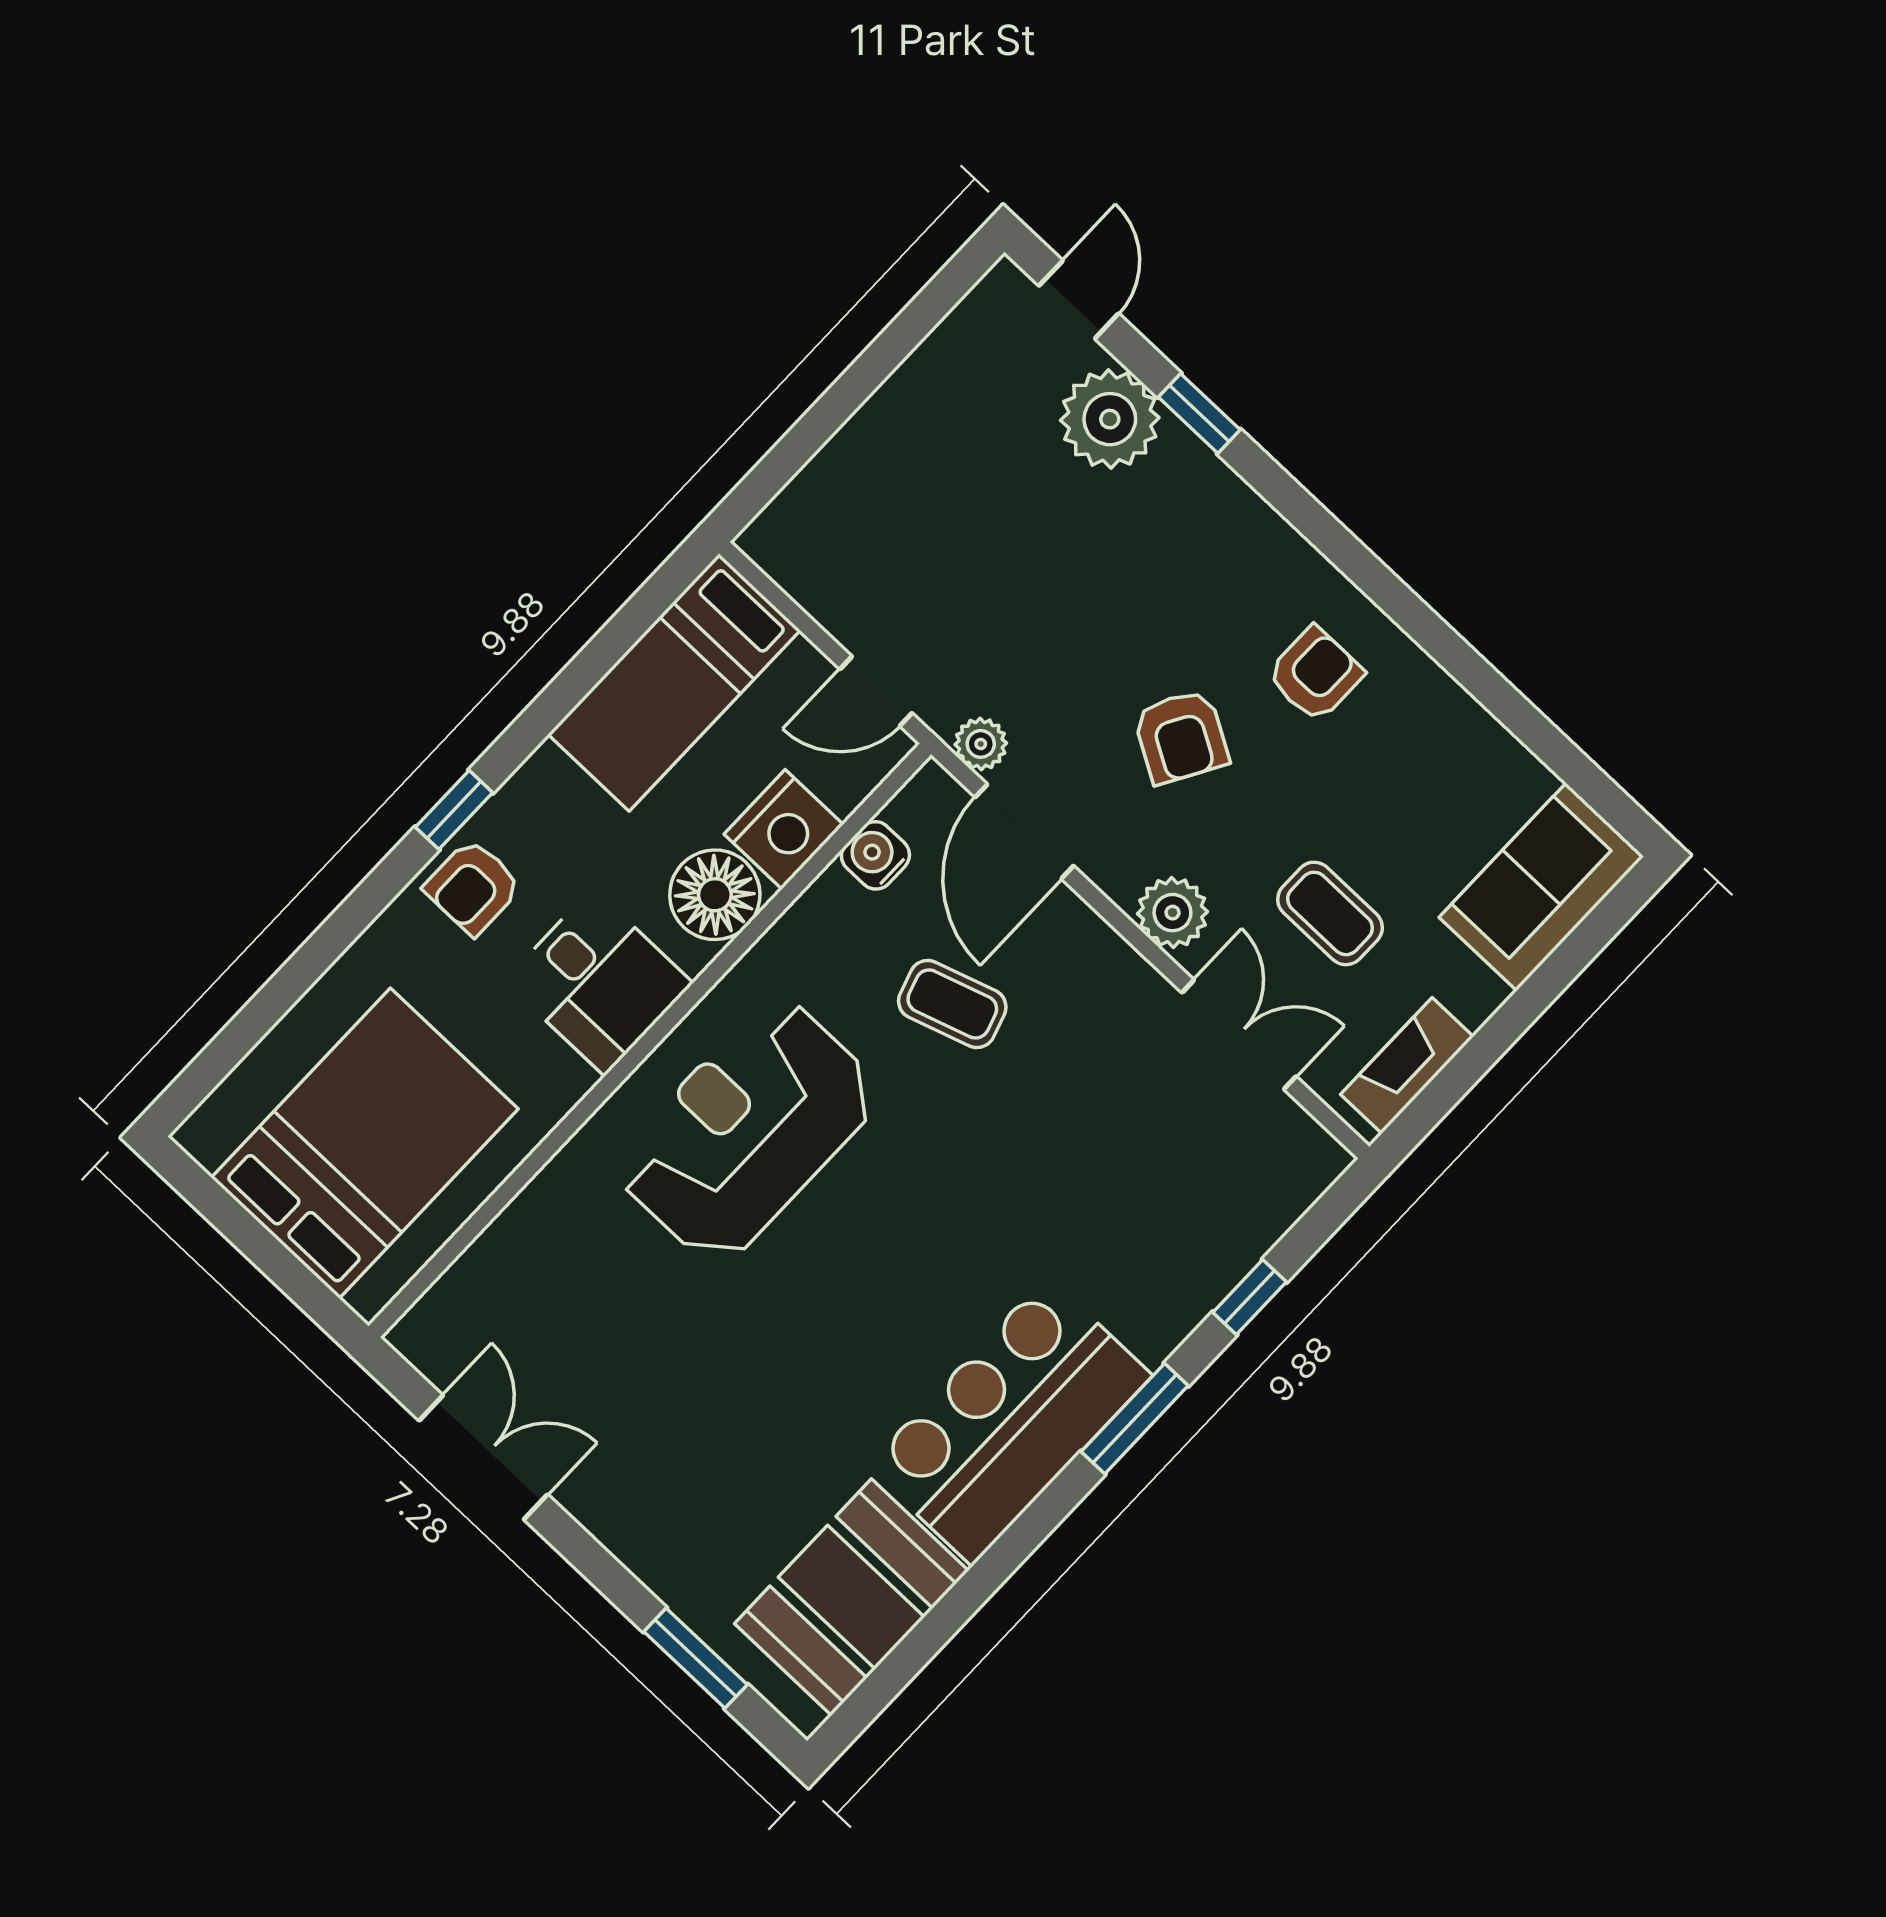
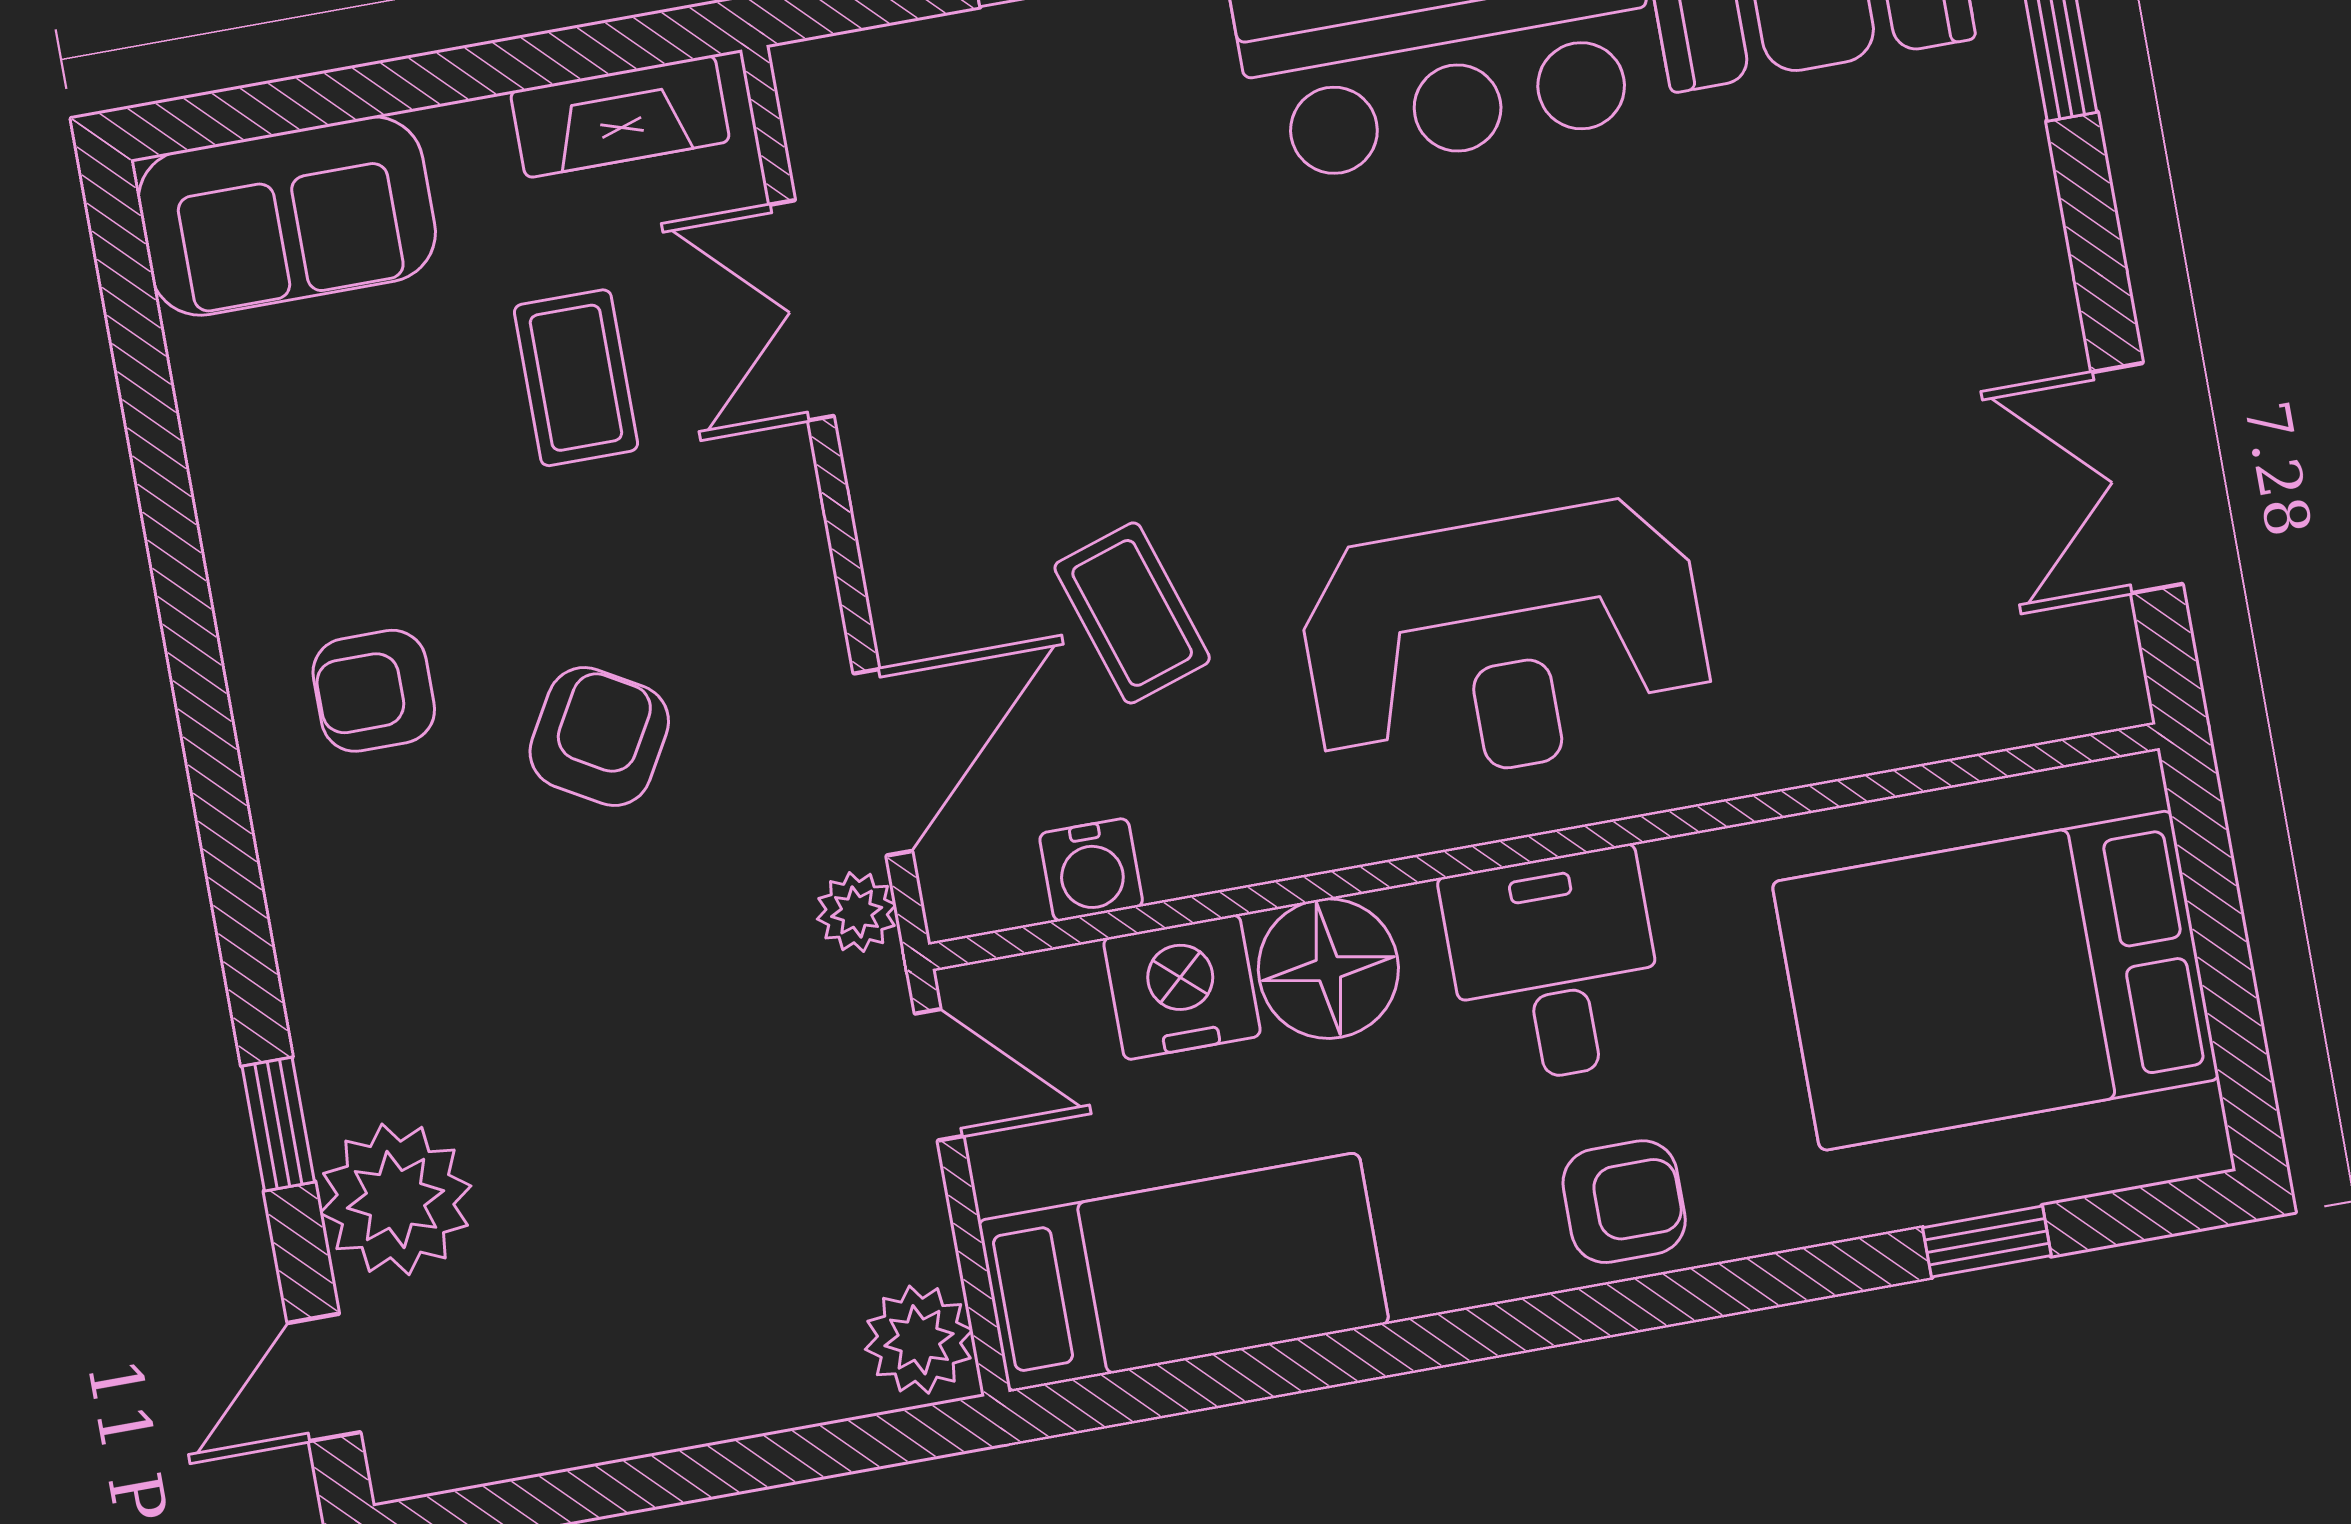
window: (454, 810) -> (1987, 1242), moved
plant: (1172, 913) -> (919, 1340), moved

